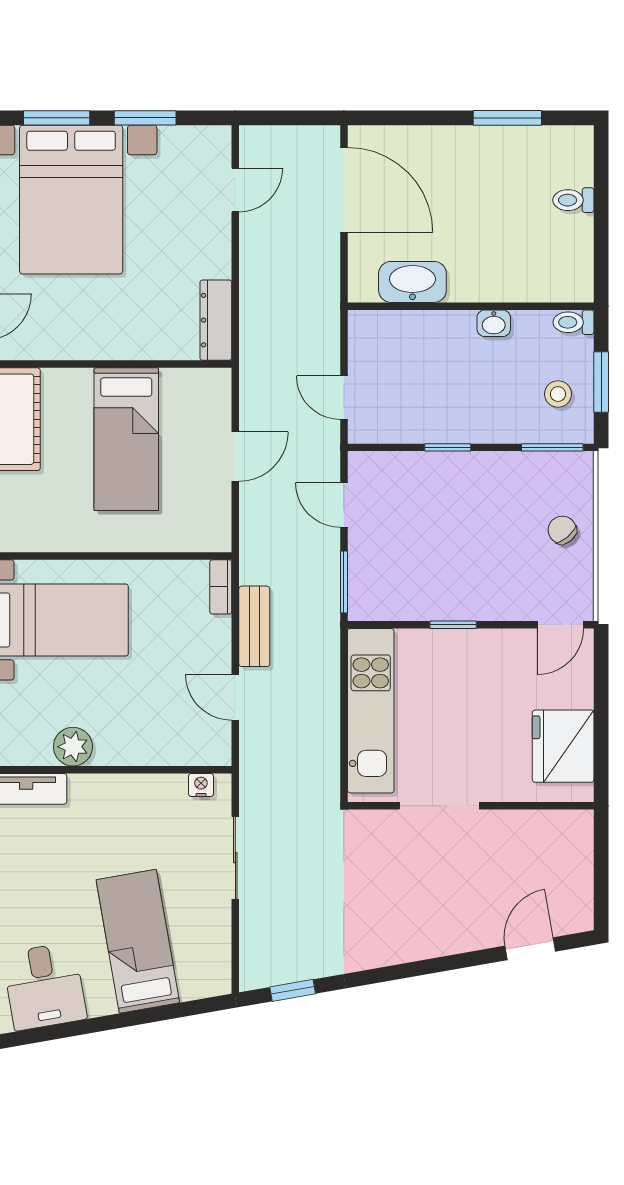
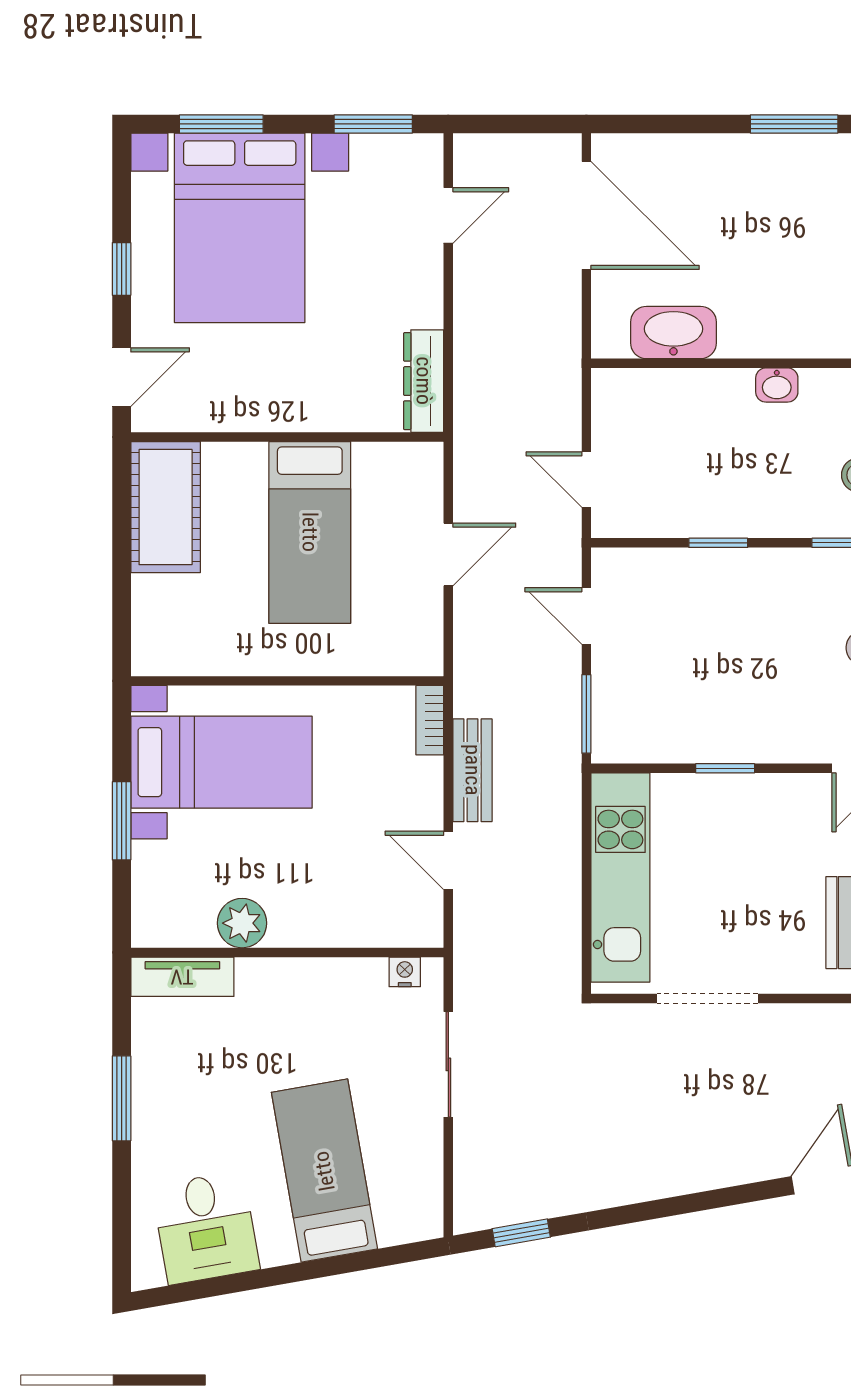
window: (145, 118) -> (373, 124), moved

